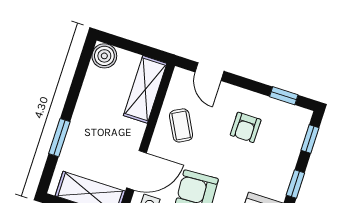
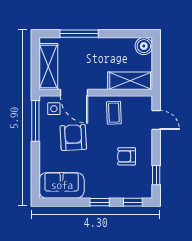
door: (209, 72) -> (156, 120), swing flipped
coffee table: (181, 125) -> (114, 113), turned -64
window: (59, 138) -> (79, 34), width x1.44

